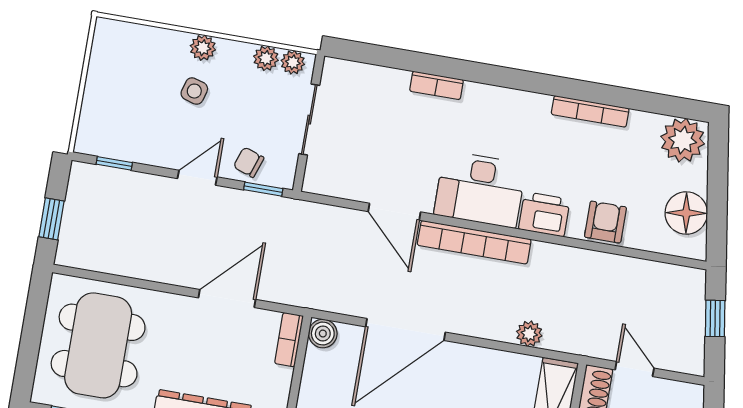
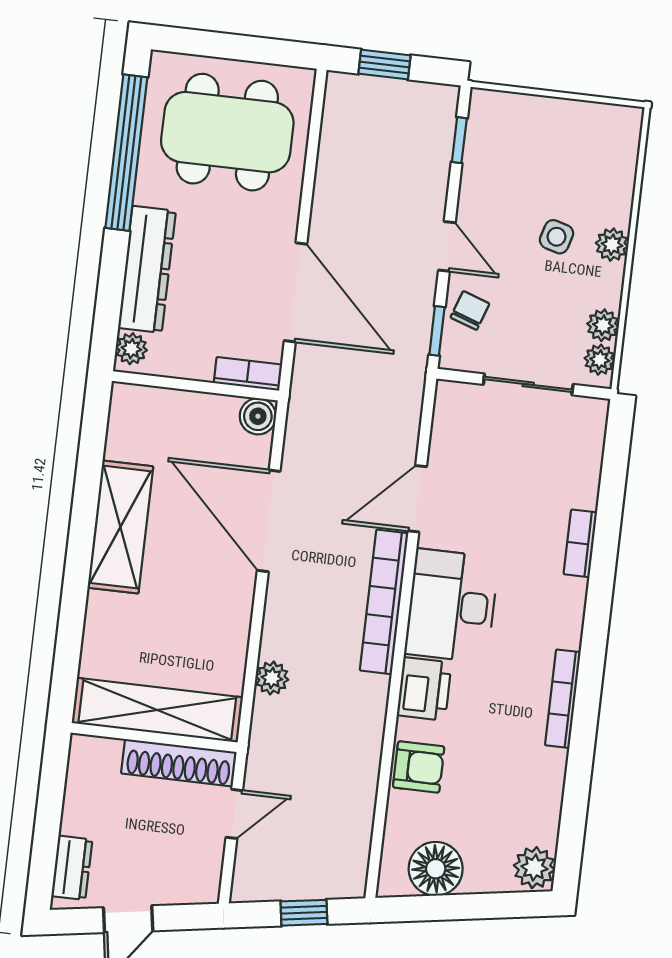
bookcase: (590, 111) -> (563, 699), moved
plant: (683, 140) -> (534, 868), width x0.73, depth x0.73
door: (227, 299) -> (296, 292), width x1.36

